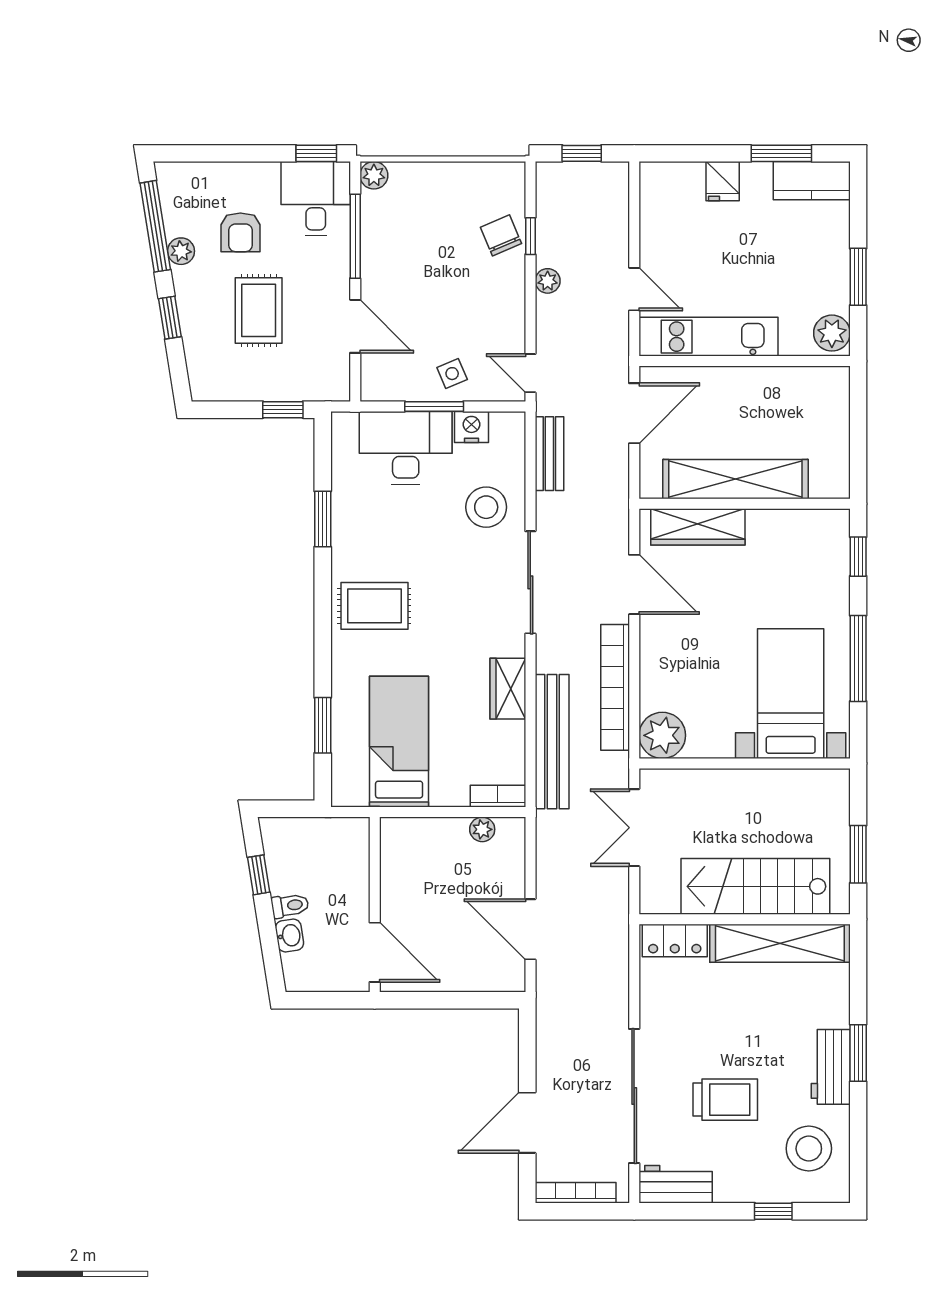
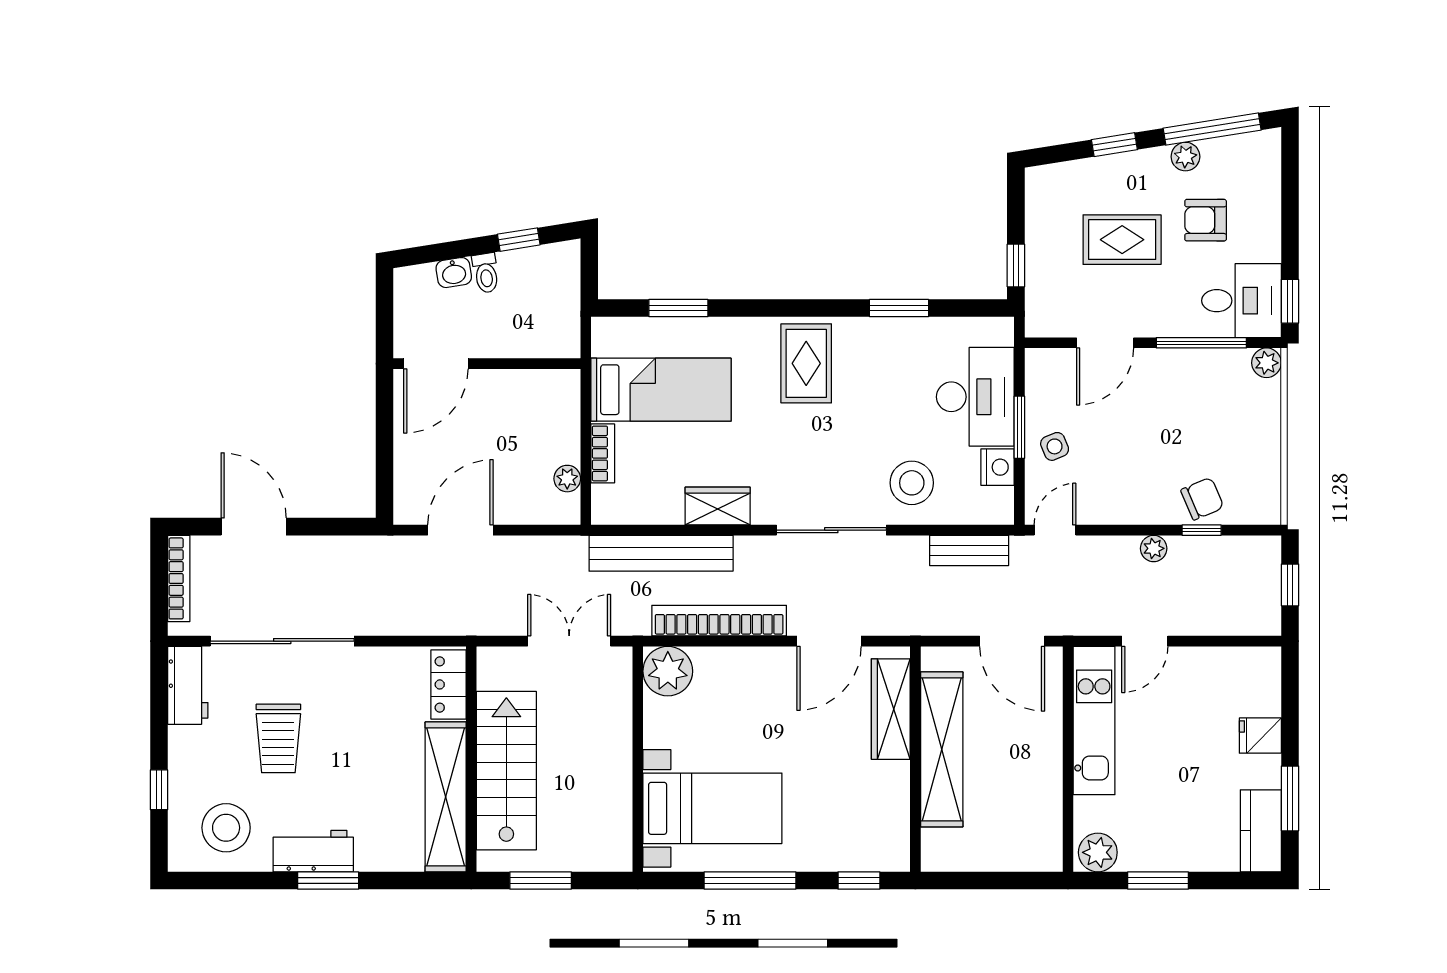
bookcase: (498, 796) -> (603, 453), moved

